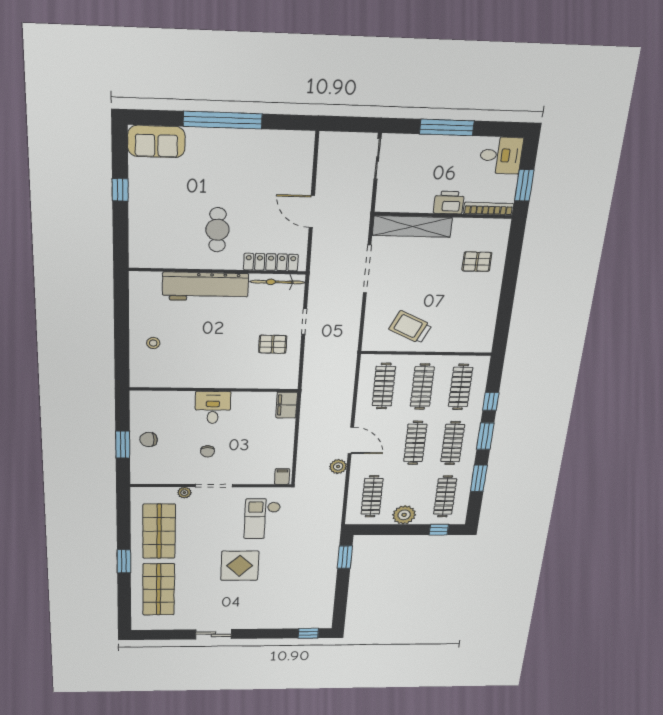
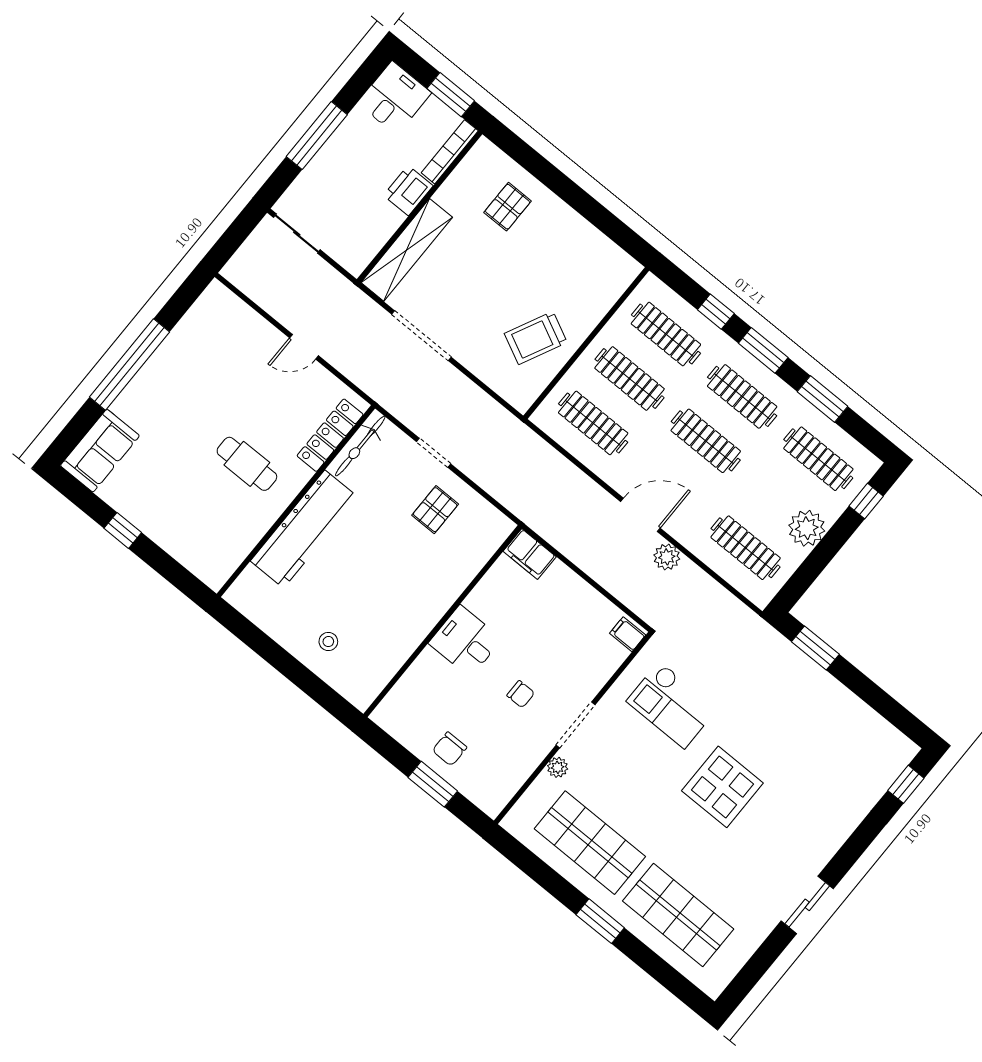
door: (312, 212) -> (304, 347), width x0.73

